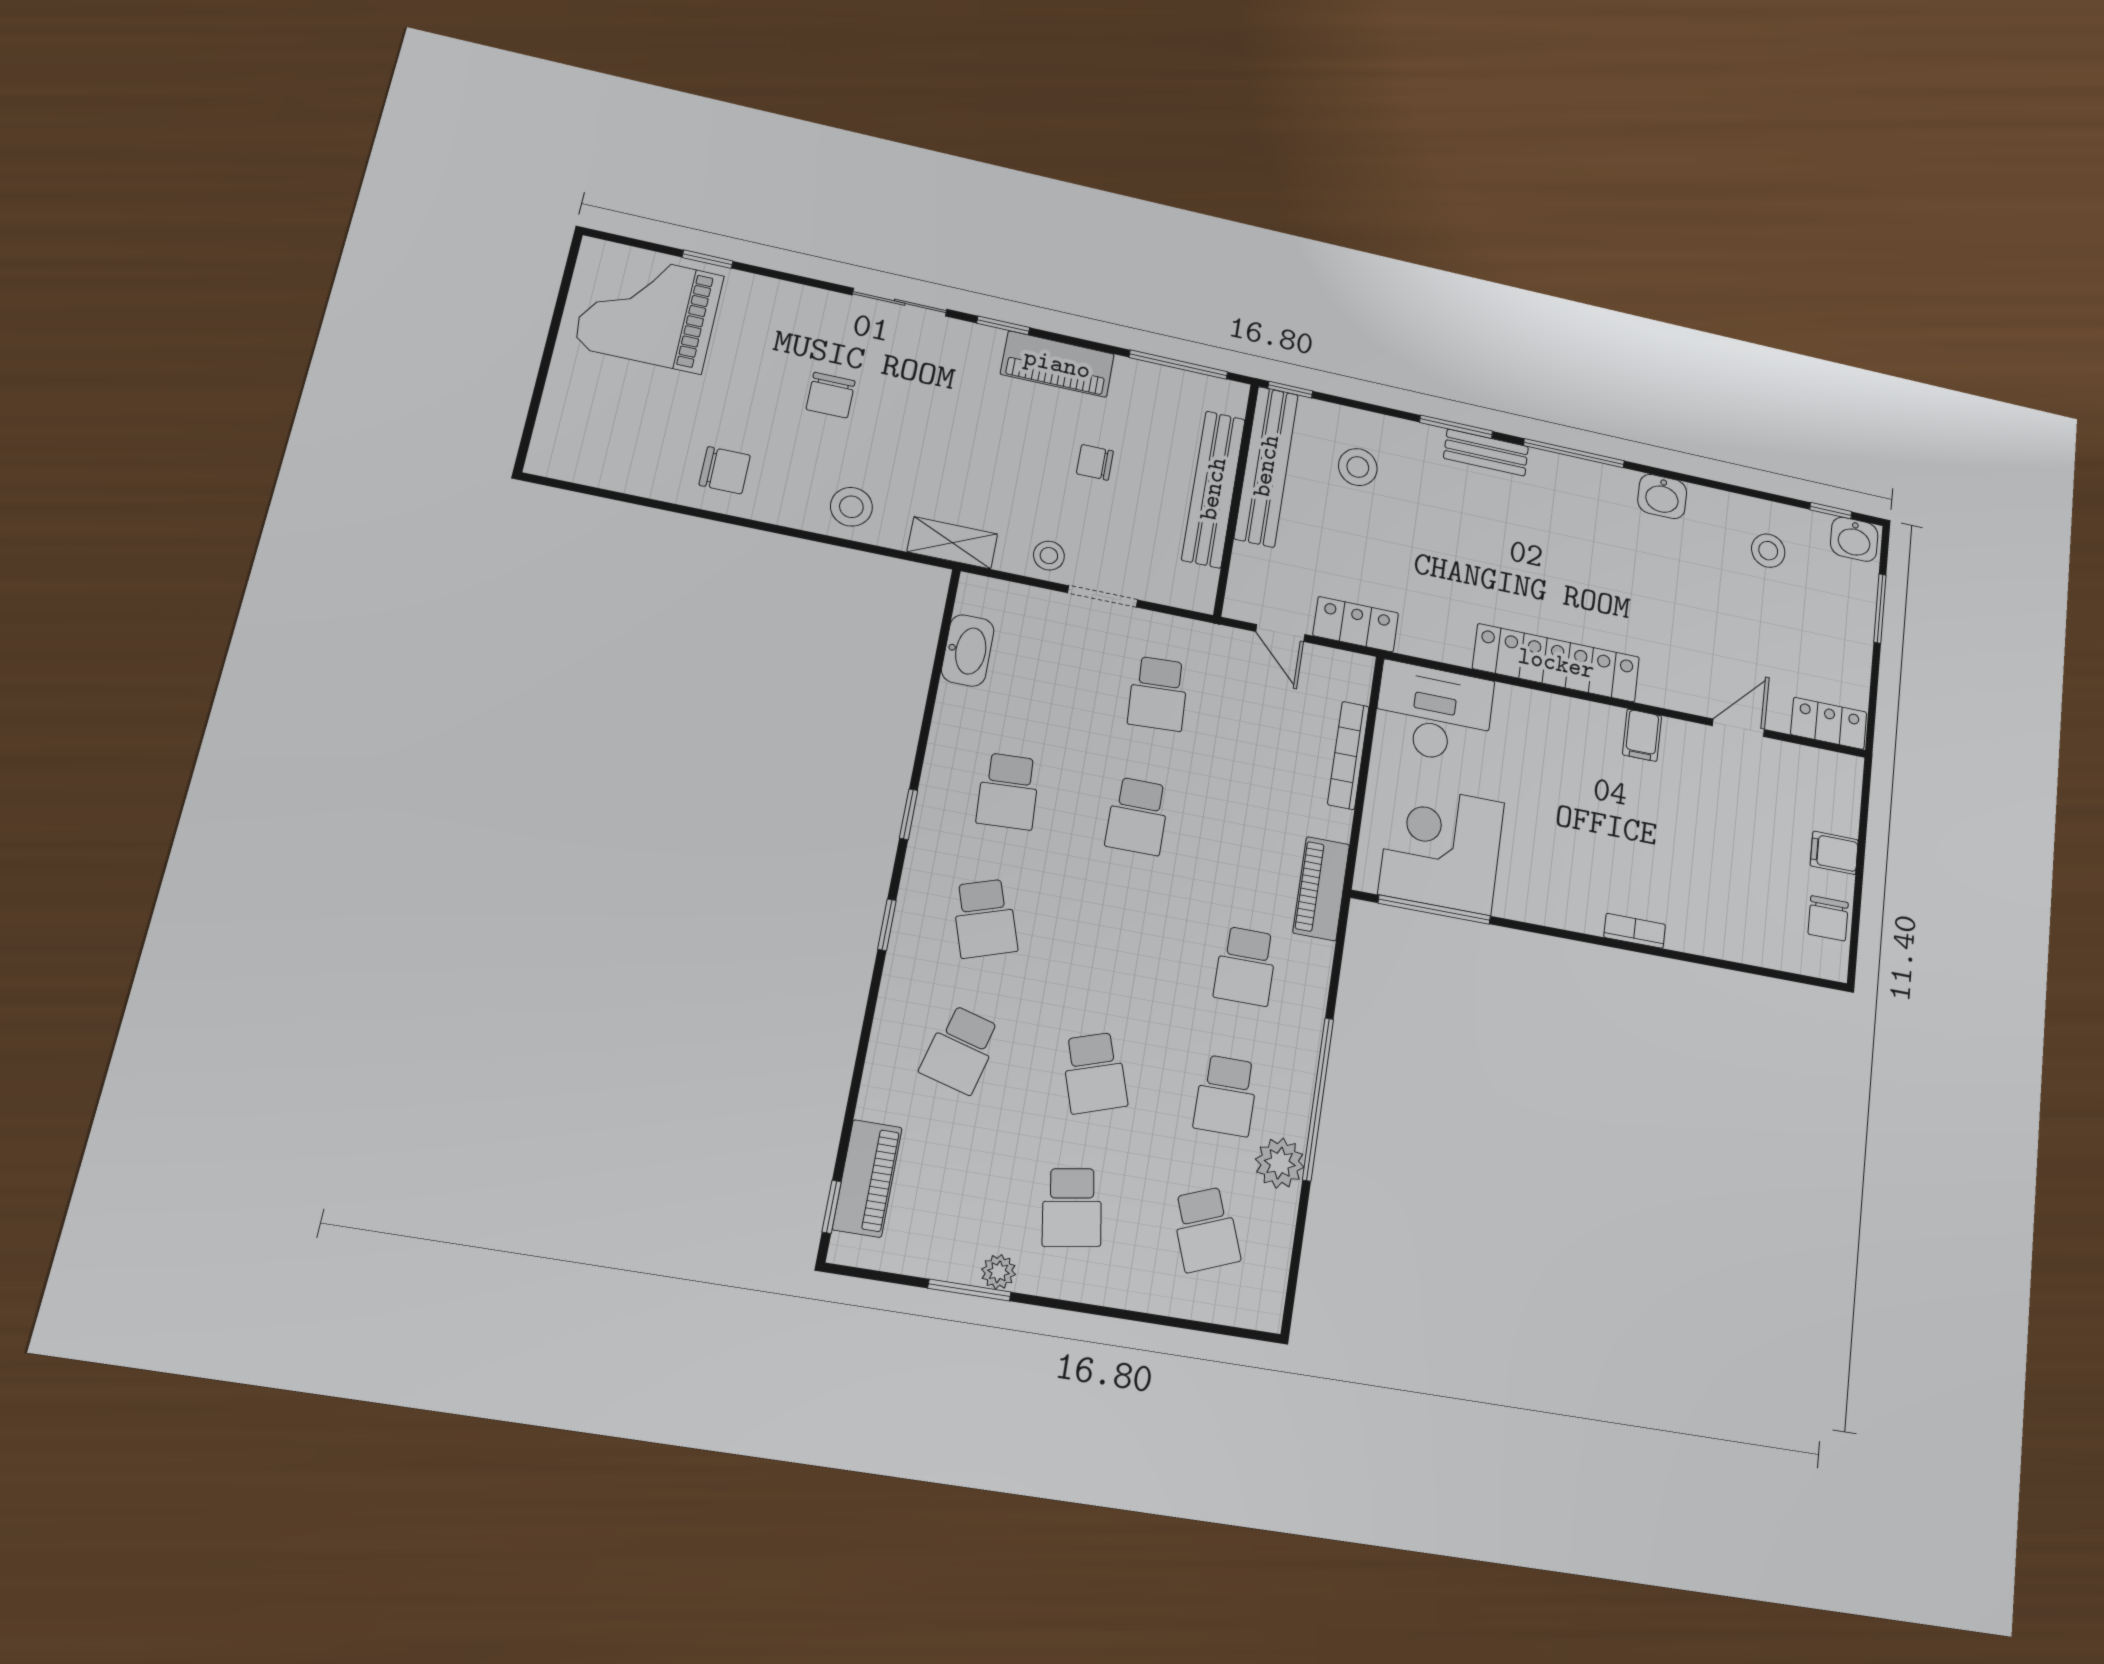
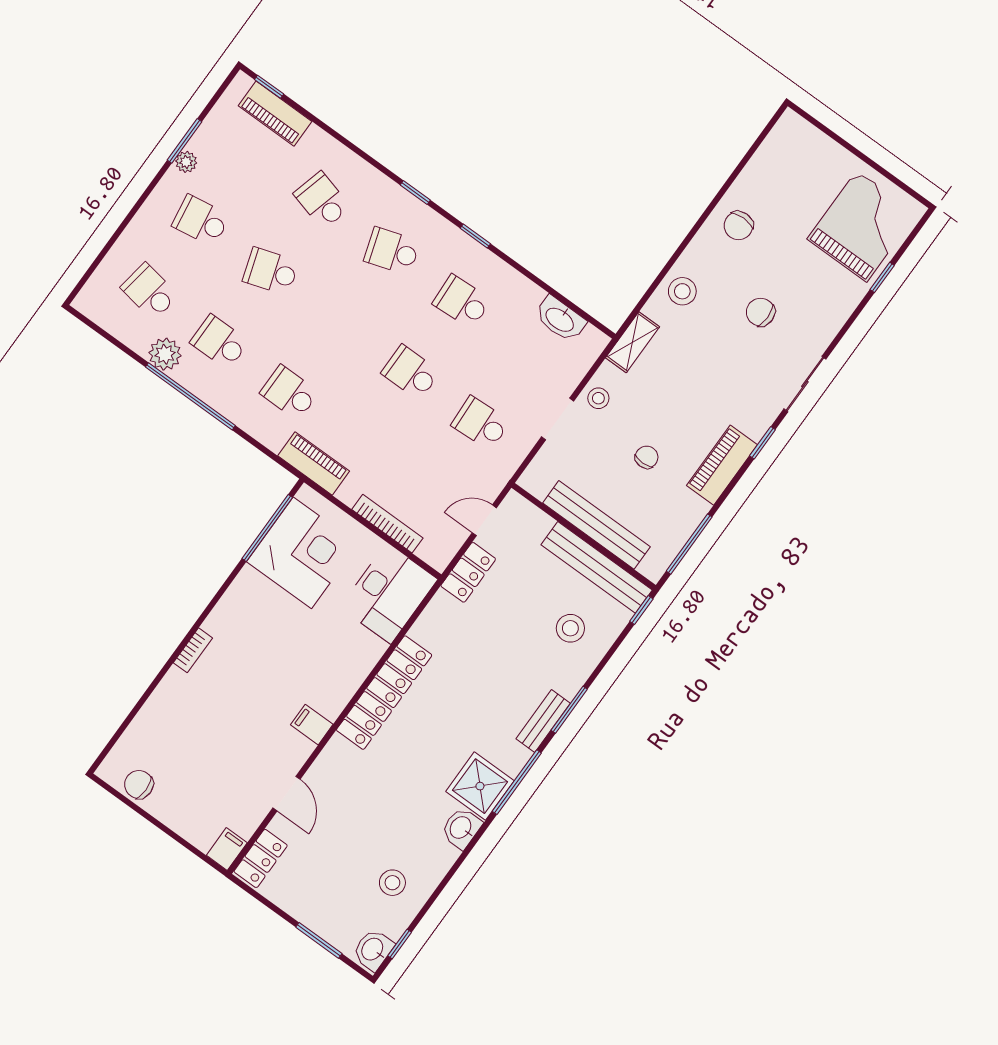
shower: (1602, 495) -> (480, 786), added
filing cabinet: (1834, 853) -> (227, 849), moved
school desk: (1206, 1229) -> (150, 291), turned 30

